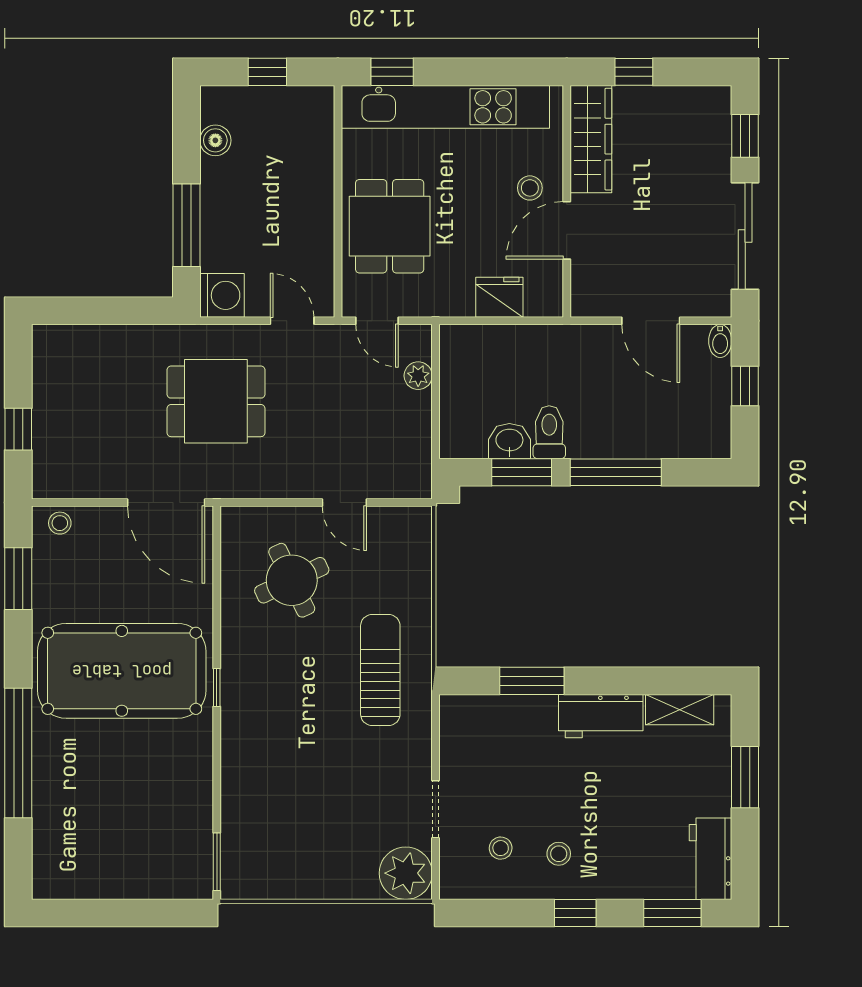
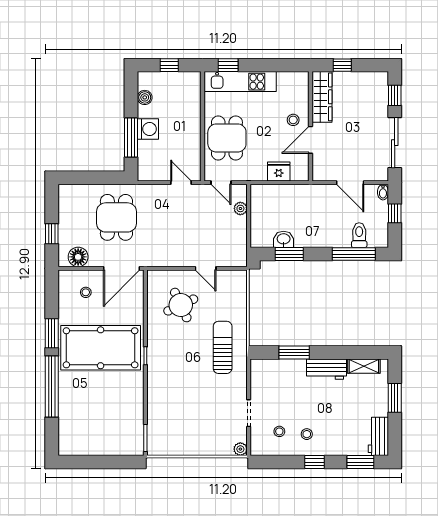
kitchen unit: (445, 107) -> (240, 82), width x0.73
washing machine: (222, 295) -> (148, 129), moved
dining table: (216, 401) -> (116, 217), moved, turned 90
toilet: (549, 432) -> (359, 235), moved
window: (616, 472) -> (354, 254), moved
floor lamp: (74, 478) -> (78, 257), added
door: (166, 503) -> (122, 268), hinge flipped
stool: (60, 523) -> (86, 292), moved
window: (18, 579) -> (52, 333), moved
plant: (406, 873) -> (240, 449), width x0.53, depth x0.53

